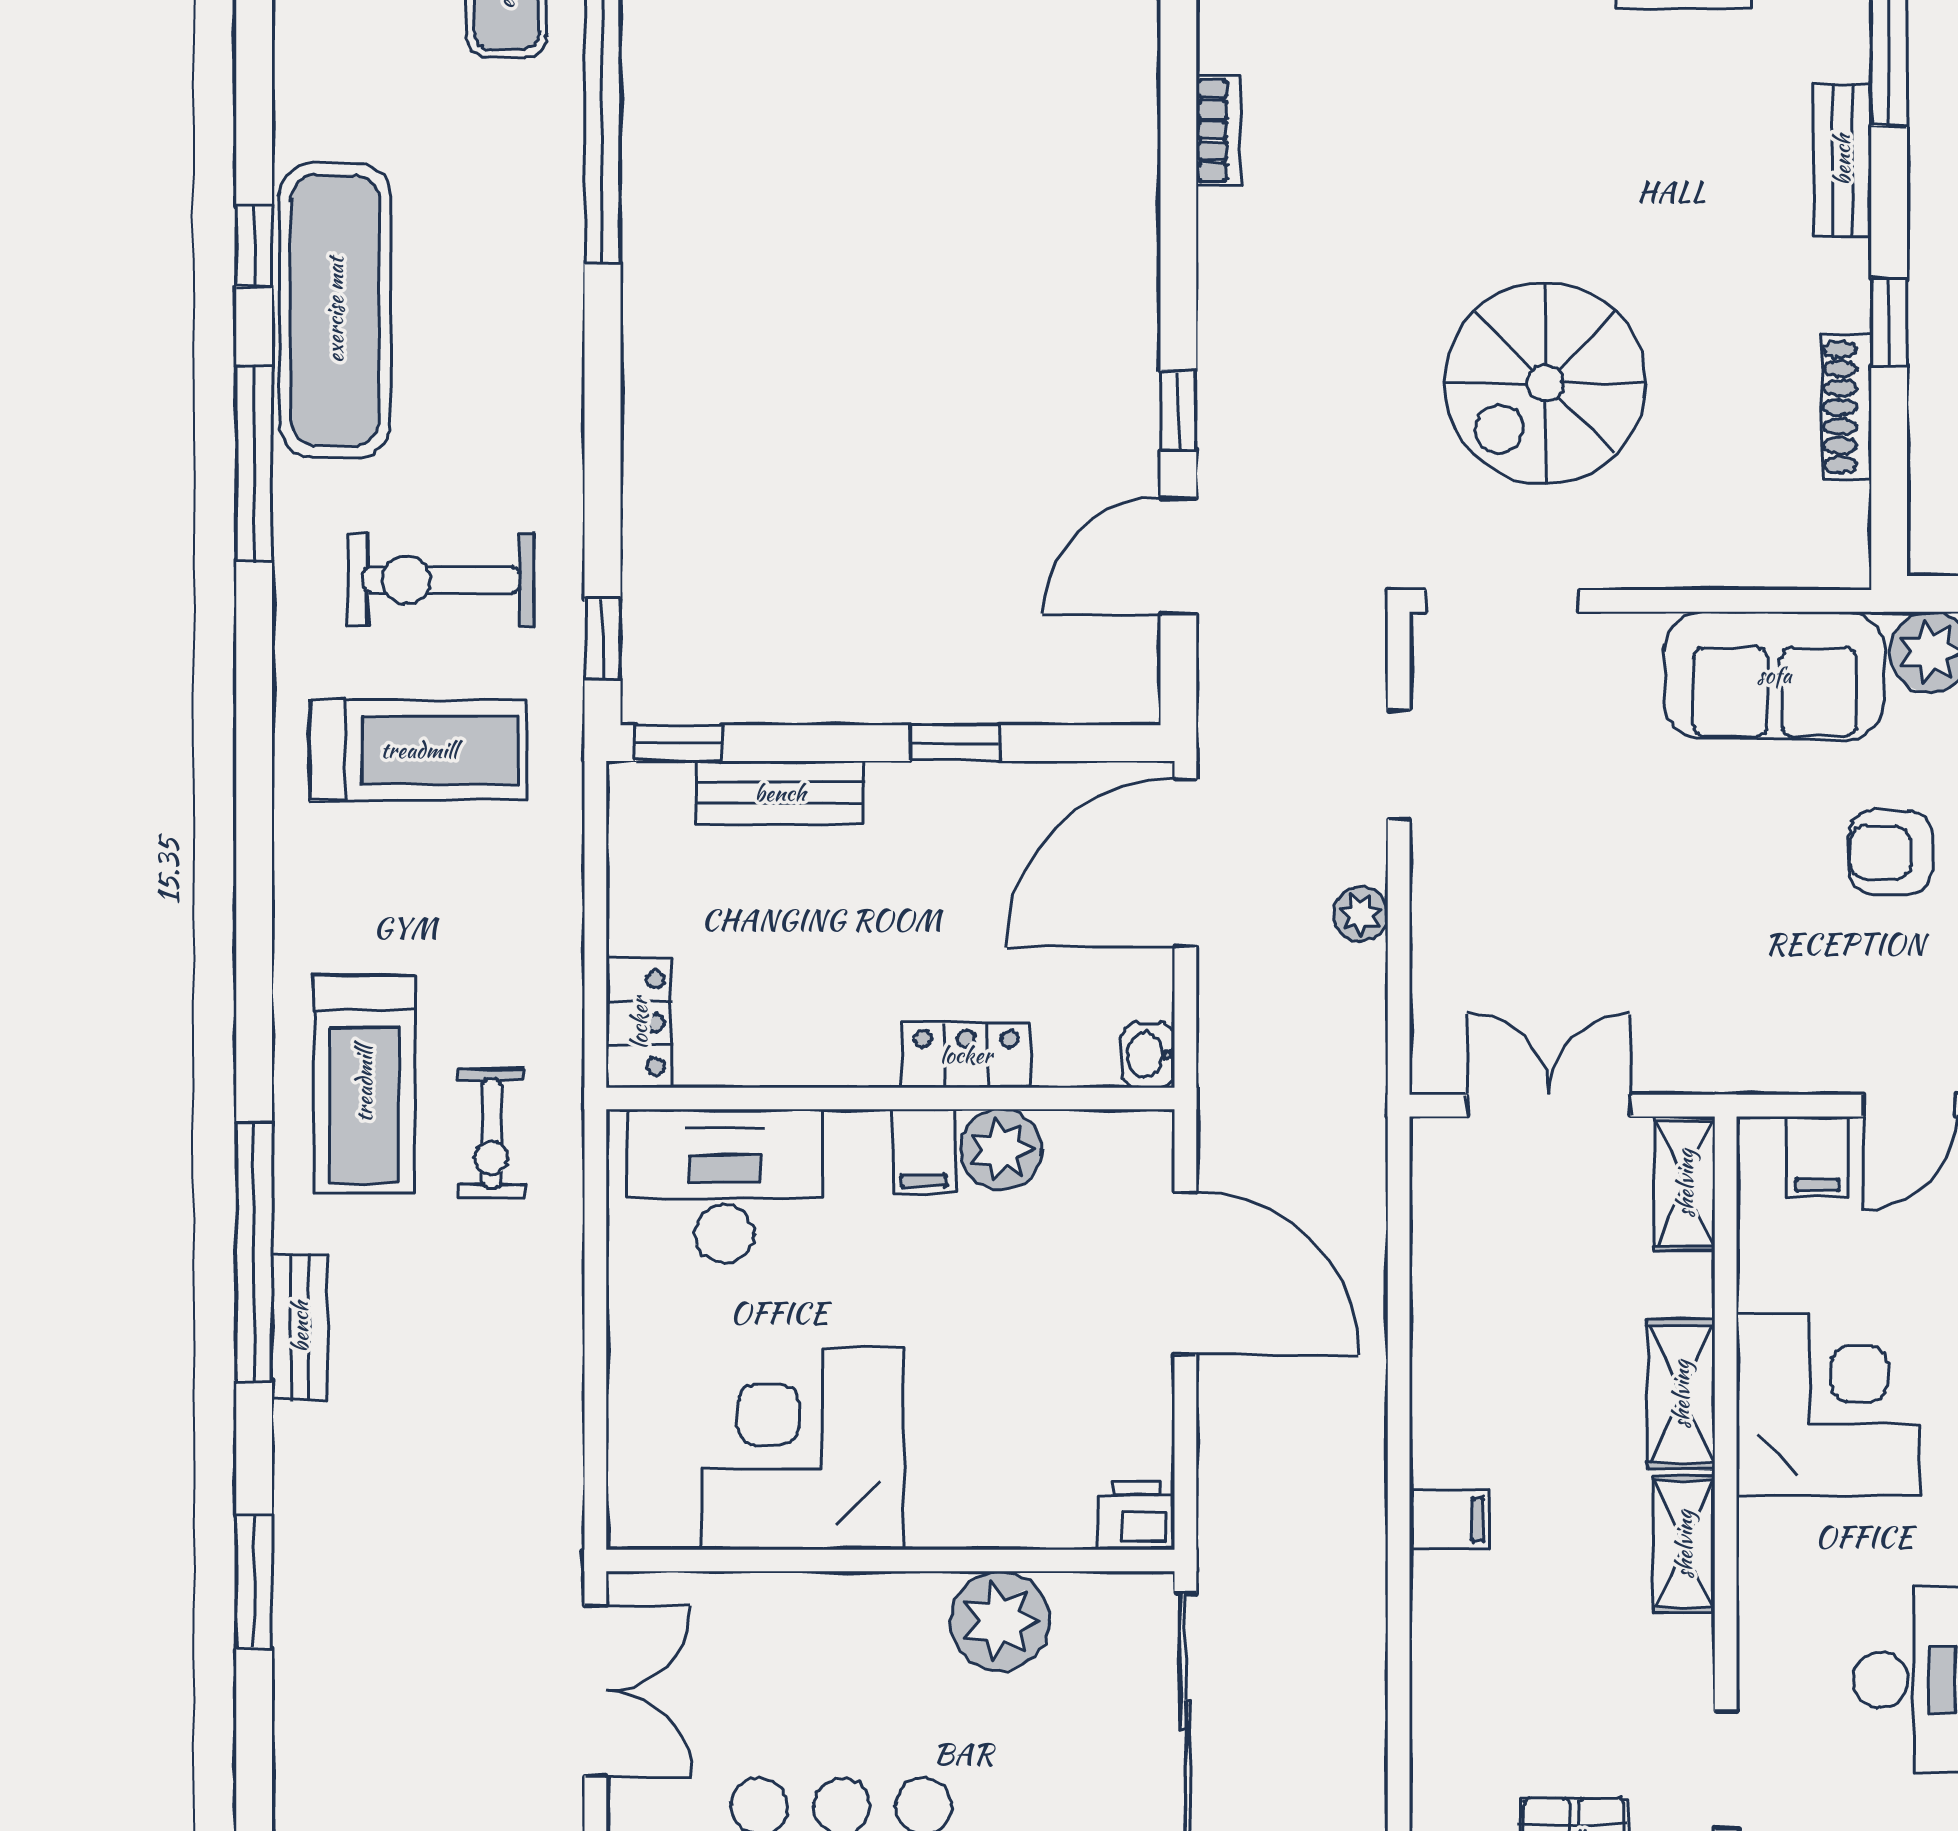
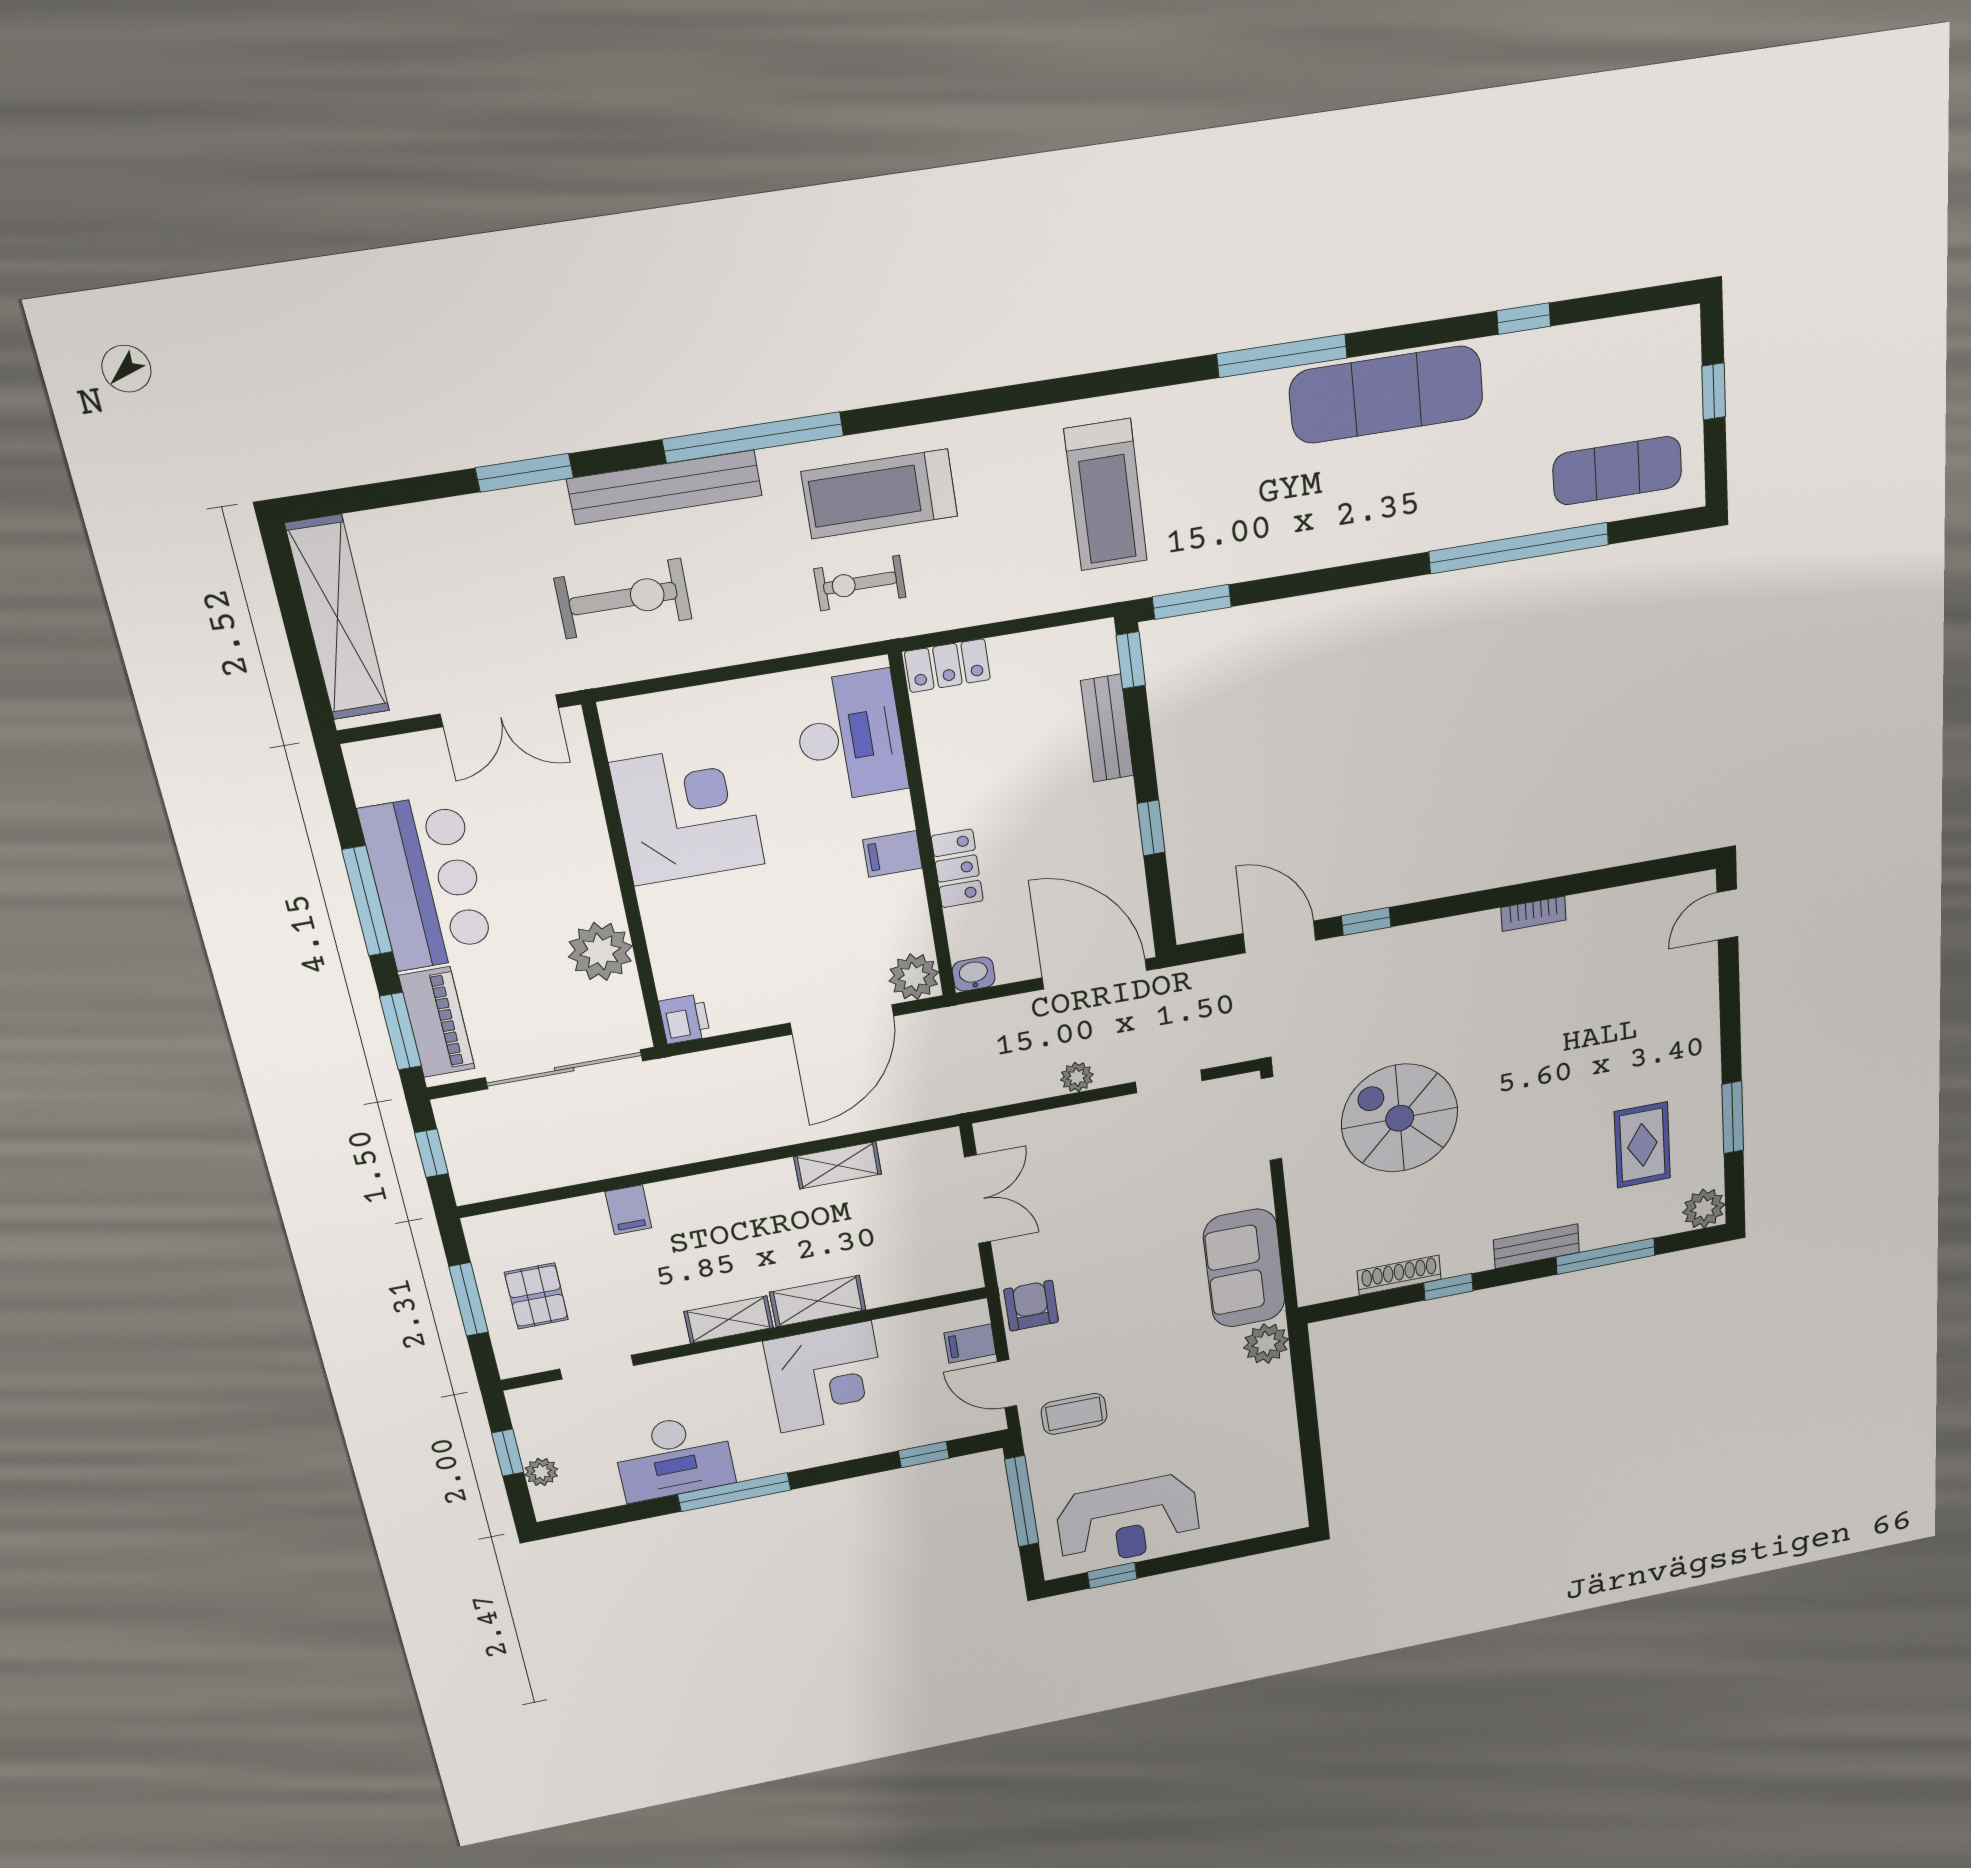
window: (254, 246) -> (1524, 319), moved
exercise bike: (441, 580) -> (623, 599), moved, turned 90
window: (602, 639) -> (1192, 602), width x1.50
armchair: (1891, 853) -> (1031, 1306), moved
plant: (1001, 1149) -> (914, 977), moved
shelving: (1685, 1183) -> (838, 1165), moved
bench: (300, 1327) -> (665, 487), width x1.86, depth x1.21
filing cabinet: (1450, 1520) -> (628, 1210), moved

